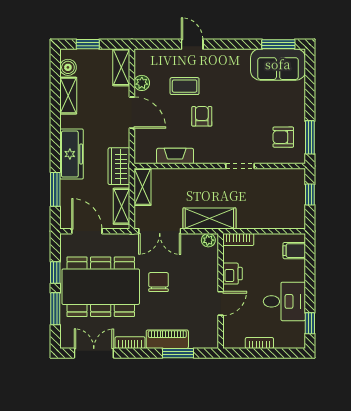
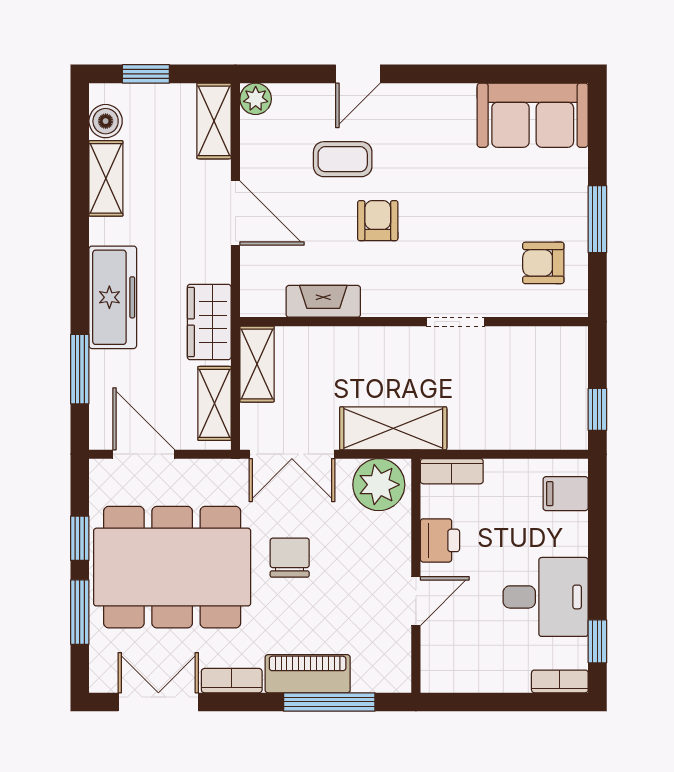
door: (192, 44) -> (358, 74), swing flipped
window: (278, 44) -> (533, 74), removed
plant: (142, 83) -> (256, 99), moved
window: (310, 137) -> (597, 219), moved
window: (310, 195) -> (597, 409), moved
plant: (208, 240) -> (379, 485), width x1.88, depth x1.88
bookcase: (259, 343) -> (560, 681), moved
window: (178, 353) -> (329, 702), width x1.44

